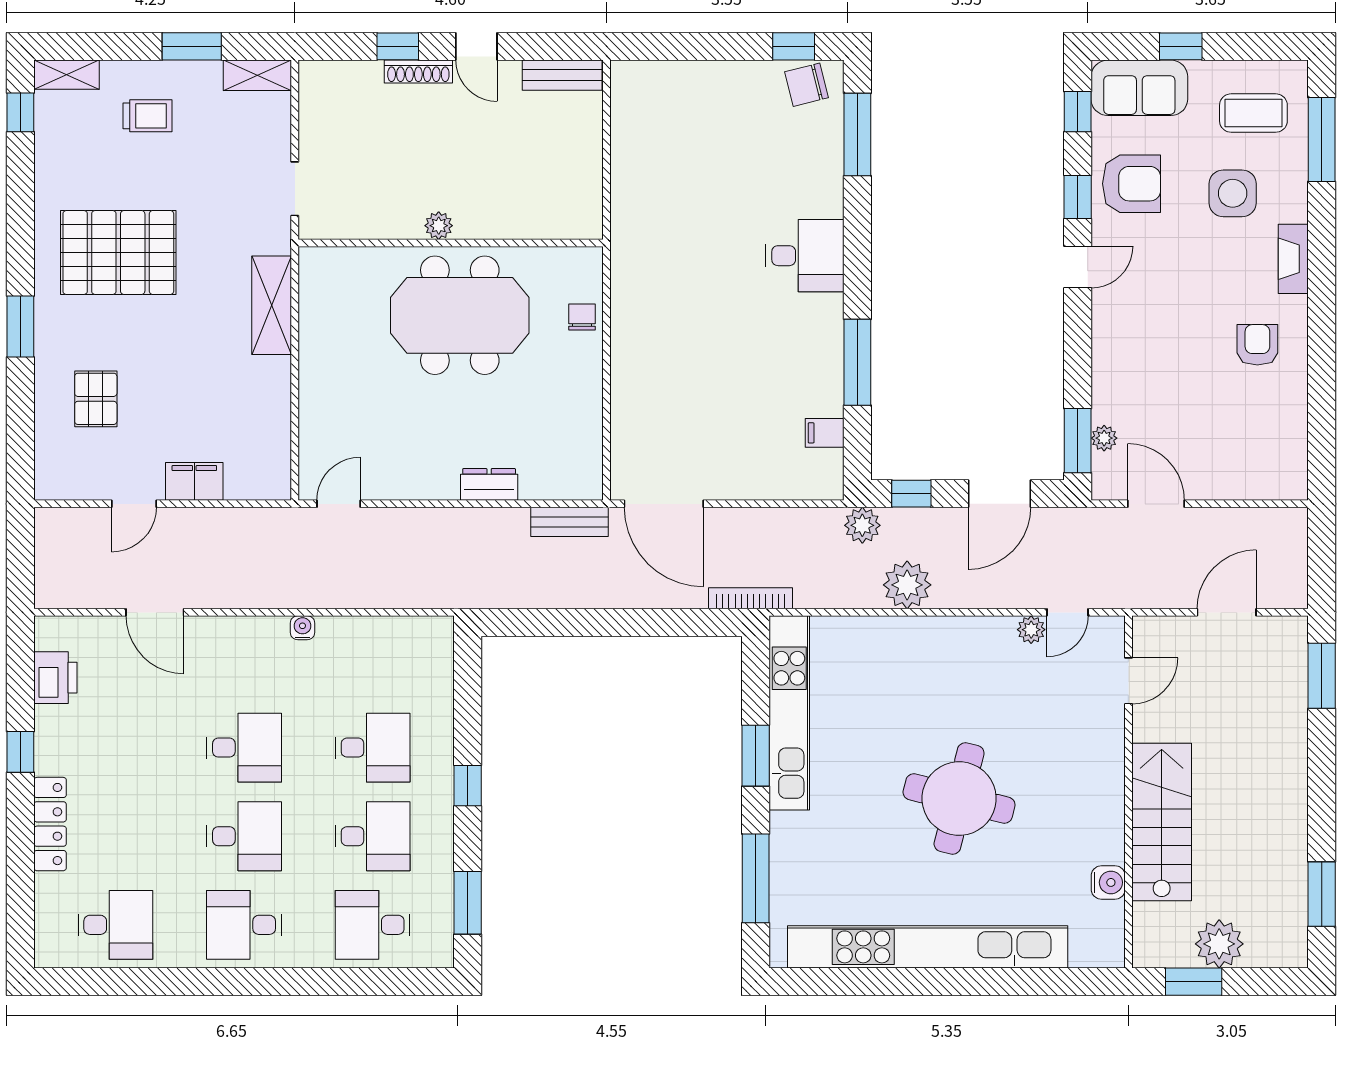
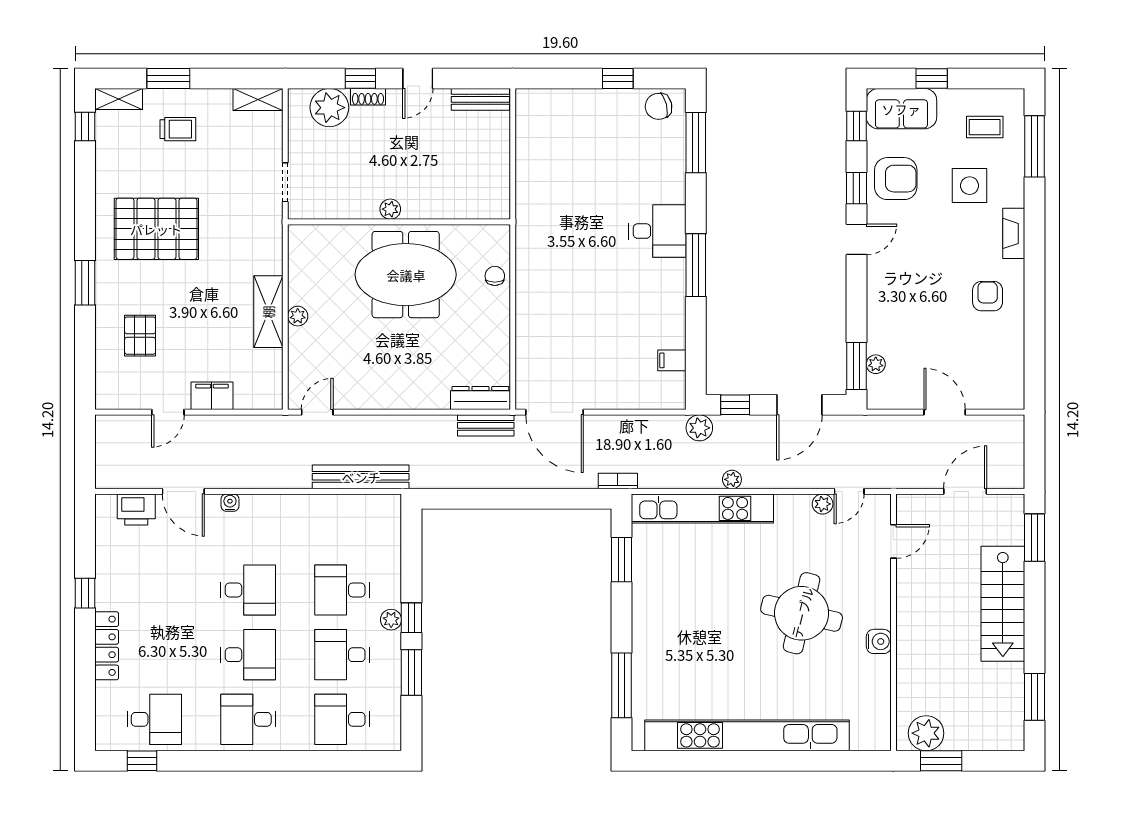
window: (192, 46) -> (168, 78), moved
door: (476, 46) -> (418, 78), hinge flipped
window: (794, 46) -> (618, 78), moved
shoe rack: (418, 72) -> (368, 97), width x0.70
plant: (355, 86) -> (329, 108), added
coffee table: (1253, 113) -> (985, 127), width x0.73, depth x0.77
shelving: (272, 305) -> (268, 312), moved
window: (857, 362) -> (696, 265), moved
plant: (312, 372) -> (298, 316), added
dresser: (489, 484) -> (480, 398), moved, width x1.44
door: (1156, 504) -> (945, 412), moved
plant: (907, 585) -> (732, 479), width x0.53, depth x0.53
bench: (398, 592) -> (361, 477), added
bookcase: (751, 598) -> (618, 481), width x0.64
water cooler: (302, 628) -> (230, 503), moved
printer: (55, 678) -> (136, 509), moved, turned 90
kitchen unit: (789, 713) -> (702, 508), moved, turned 90
desk: (373, 748) -> (342, 590), turned 180
window: (756, 756) -> (622, 560), moved
plant: (440, 788) -> (391, 620), added
round table: (959, 799) -> (802, 613), moved
stairs: (1162, 822) -> (1003, 604), moved, turned 180
desk: (373, 836) -> (342, 655), turned 180
water cooler: (1108, 882) -> (879, 641), moved
window: (468, 903) -> (411, 673), moved
plant: (1219, 944) -> (926, 733), moved
window: (98, 982) -> (142, 761), added

